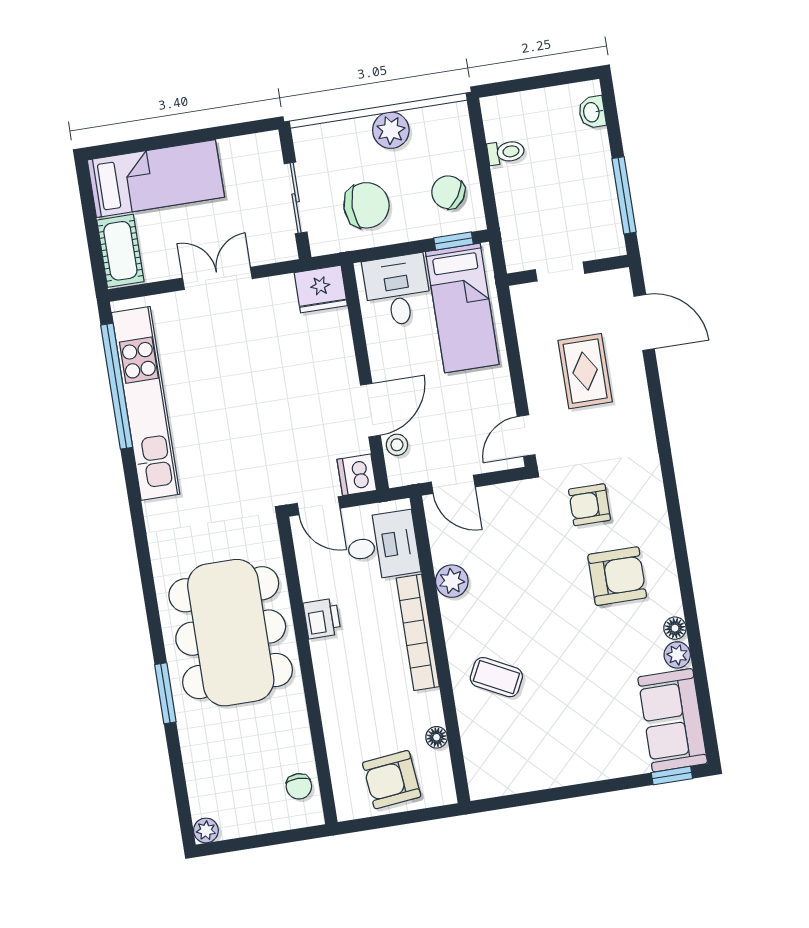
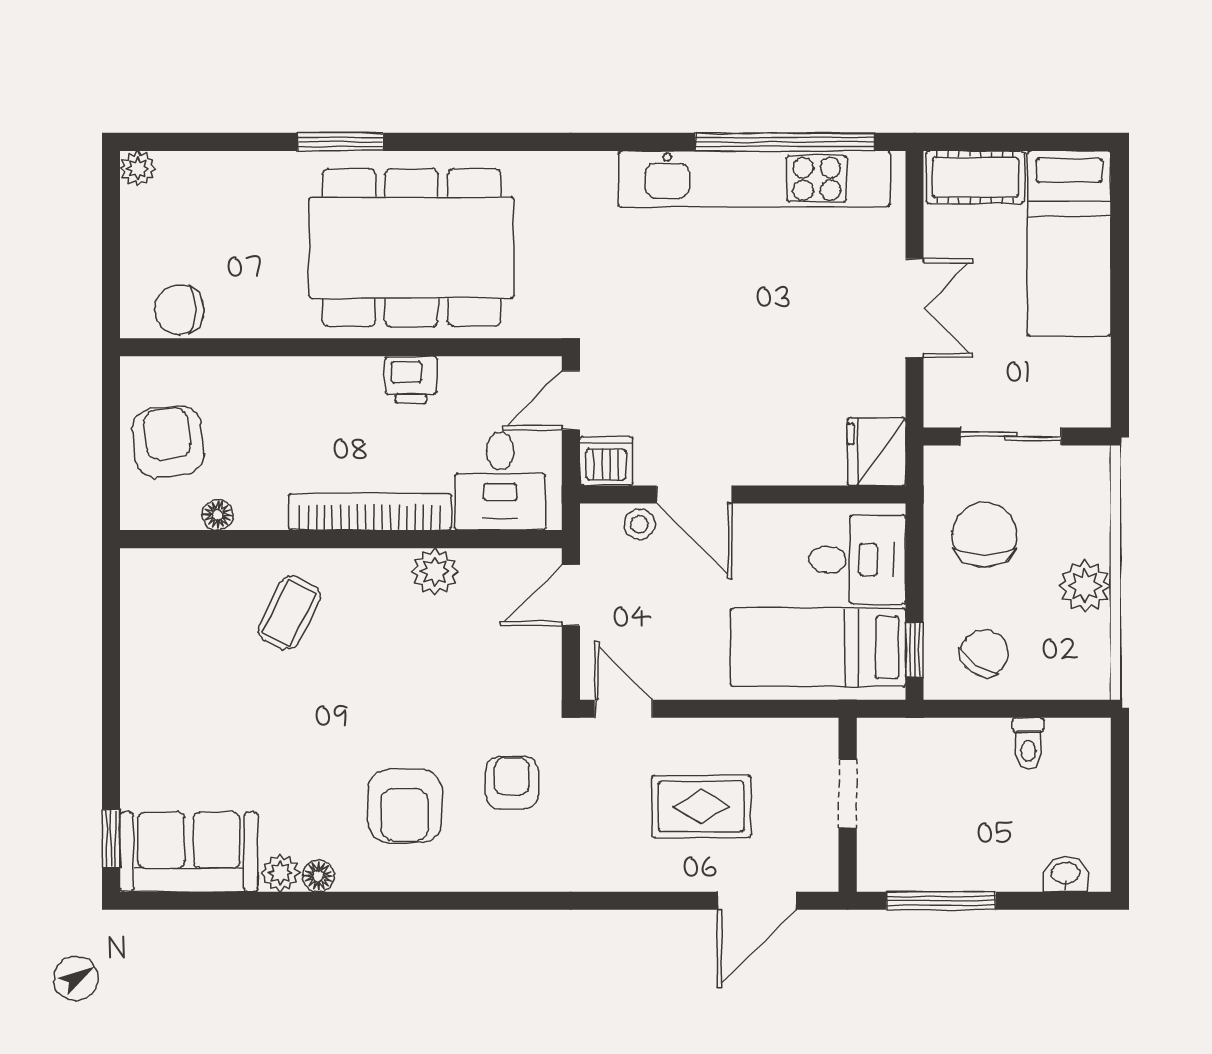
chair: (366, 205) -> (984, 535), turned 180
chair: (299, 786) -> (179, 310), width x1.37, depth x1.37

